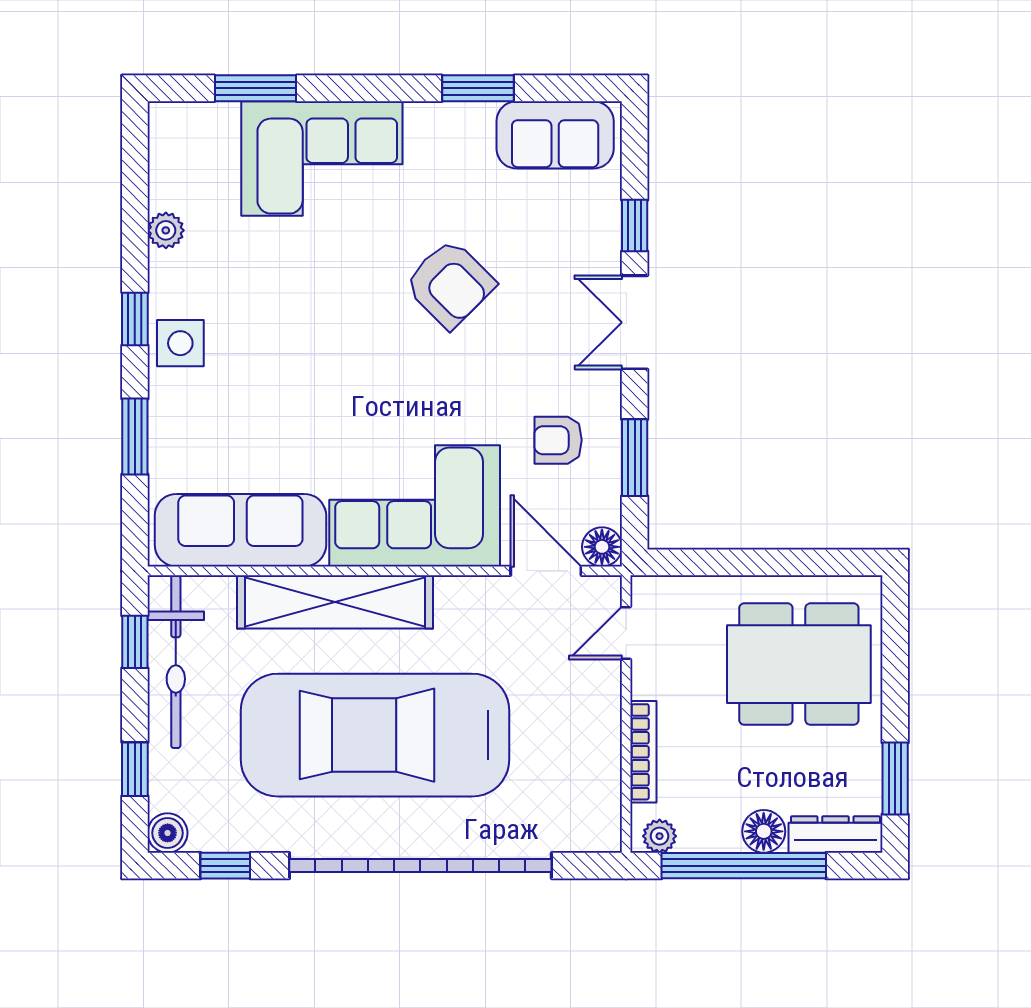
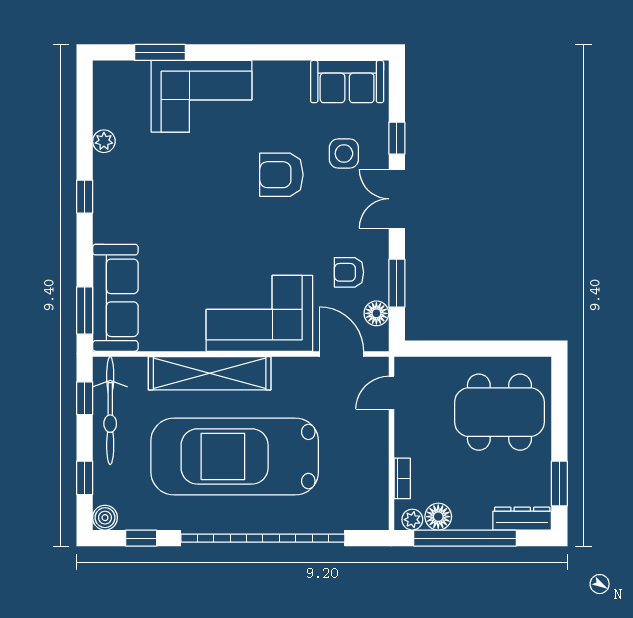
window: (478, 88) -> (299, 52), removed
armchair: (450, 284) -> (281, 175), turned 135
side table: (180, 343) -> (344, 154), moved
window: (135, 437) -> (85, 310), moved
sofa: (240, 530) -> (115, 298), moved, turned 90
floor lamp: (602, 547) -> (376, 313), moved
bookcase: (643, 752) -> (402, 478), width x0.64
floor lamp: (764, 831) -> (438, 517), moved

